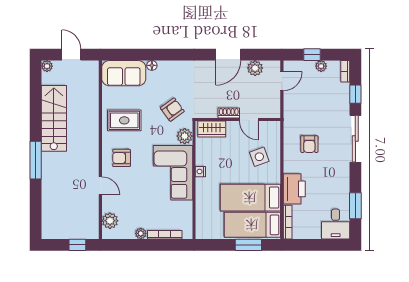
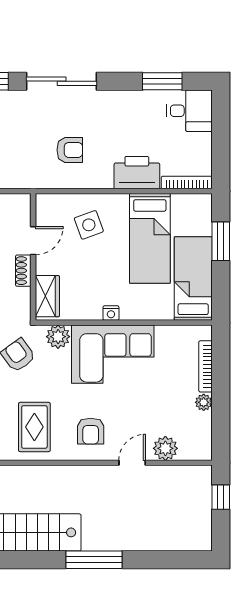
plant: (110, 221) -> (165, 448), moved
bed: (252, 225) -> (193, 279), moved, turned 180

